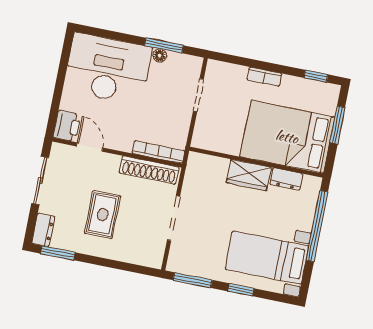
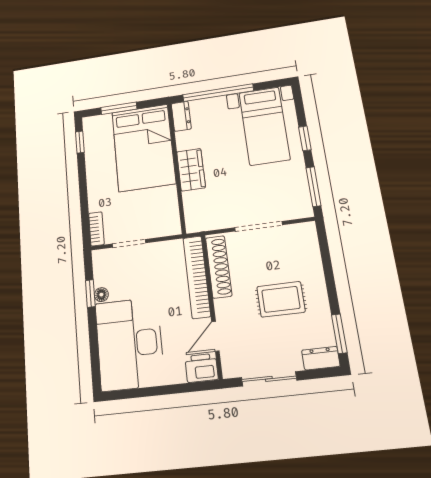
window: (164, 46) -> (90, 293), width x0.67
bookcase: (264, 77) -> (96, 229), moved
bookcase: (158, 152) -> (197, 277), width x1.48, depth x1.31
dresser: (286, 179) -> (181, 116), moved

